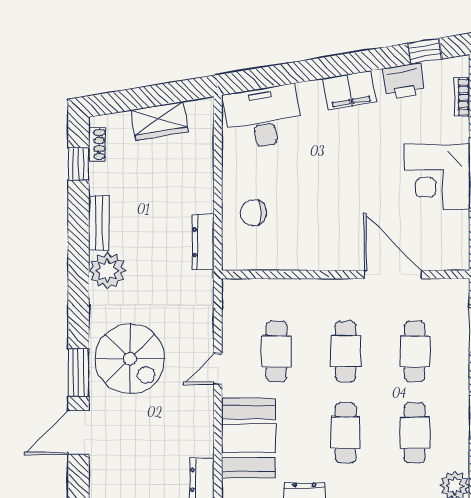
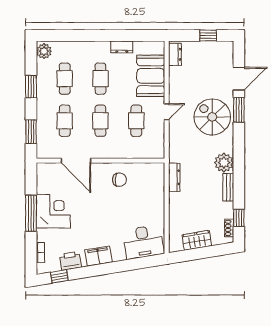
chair: (253, 213) -> (119, 180), moved

